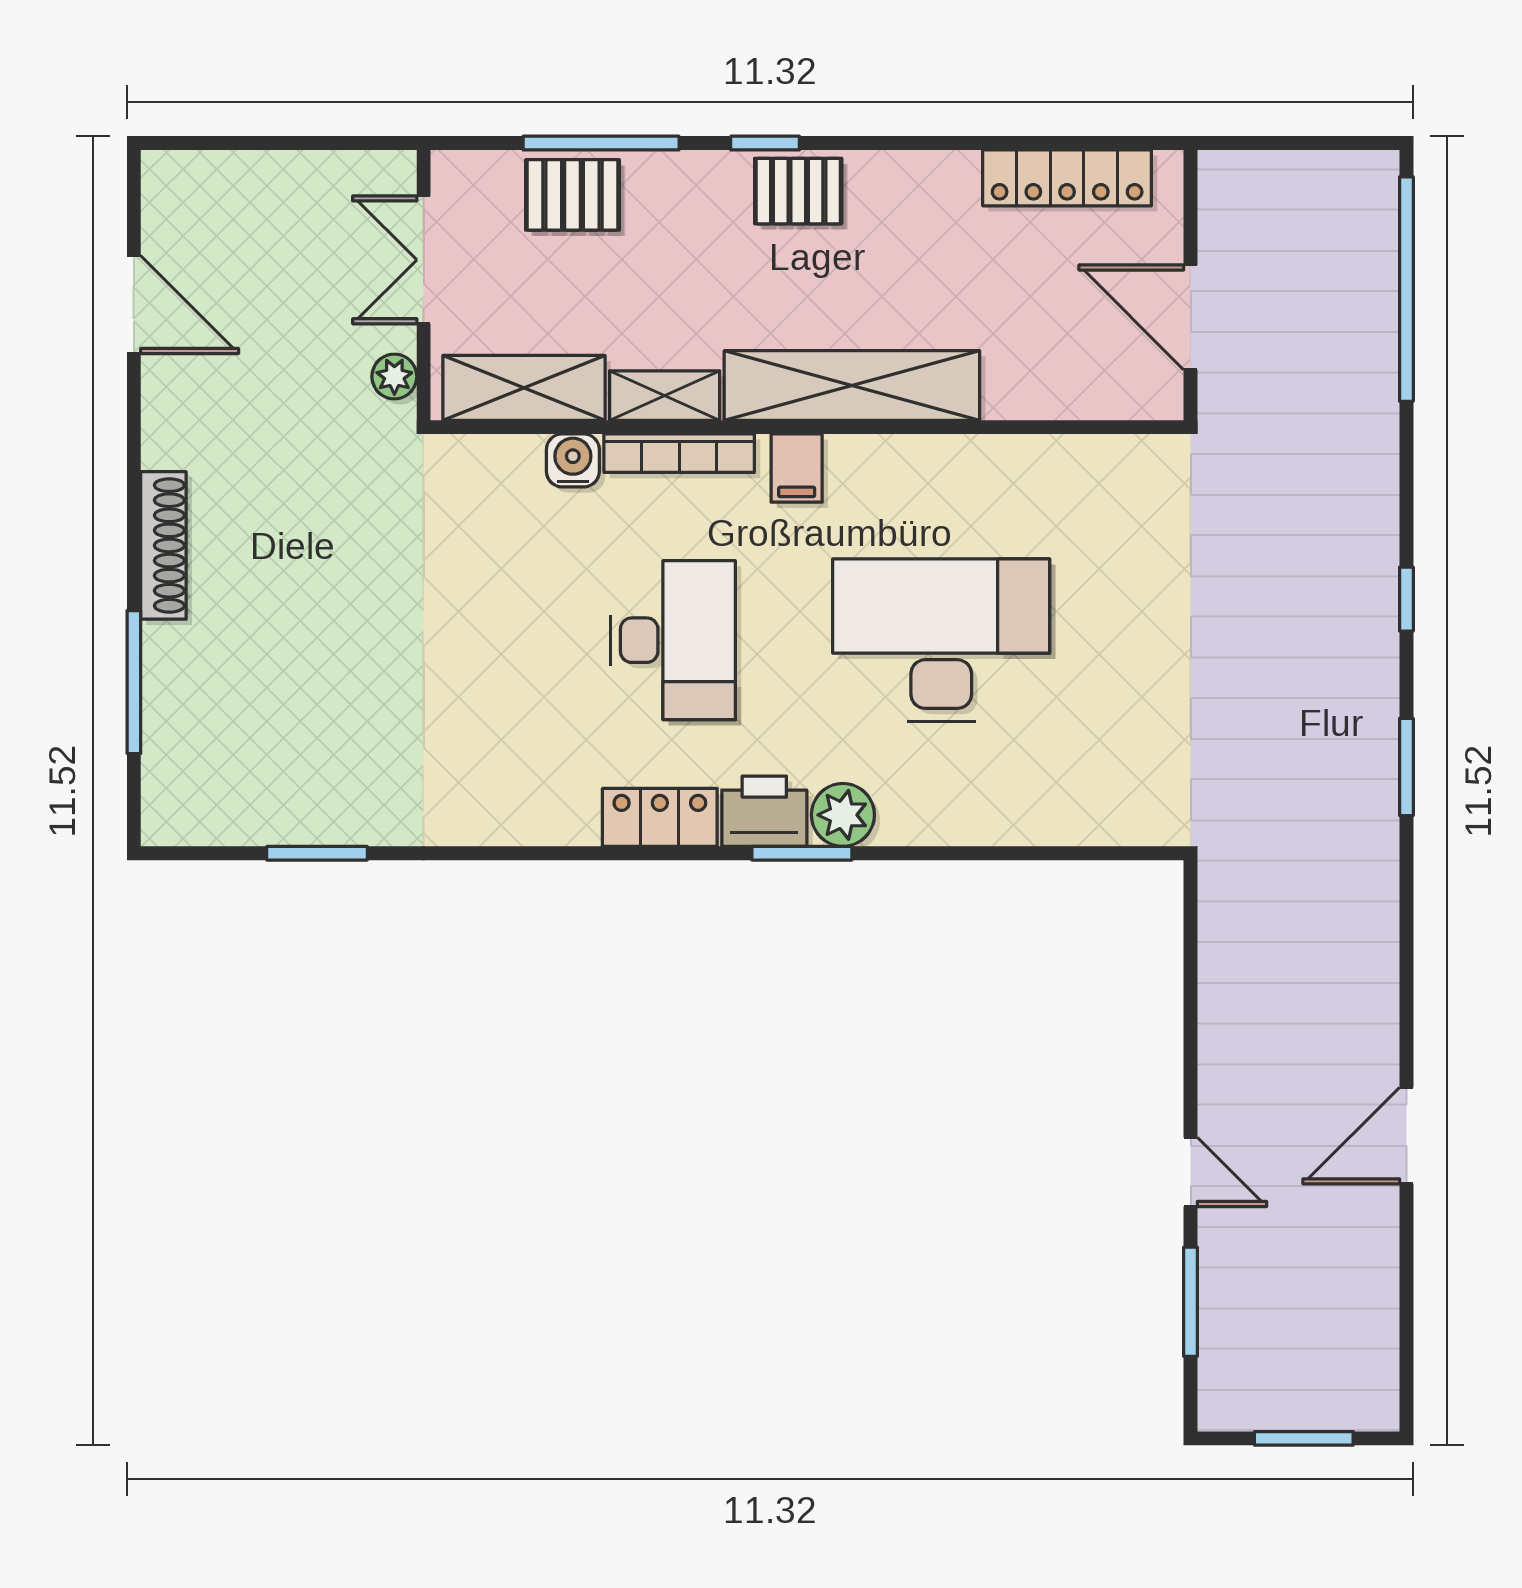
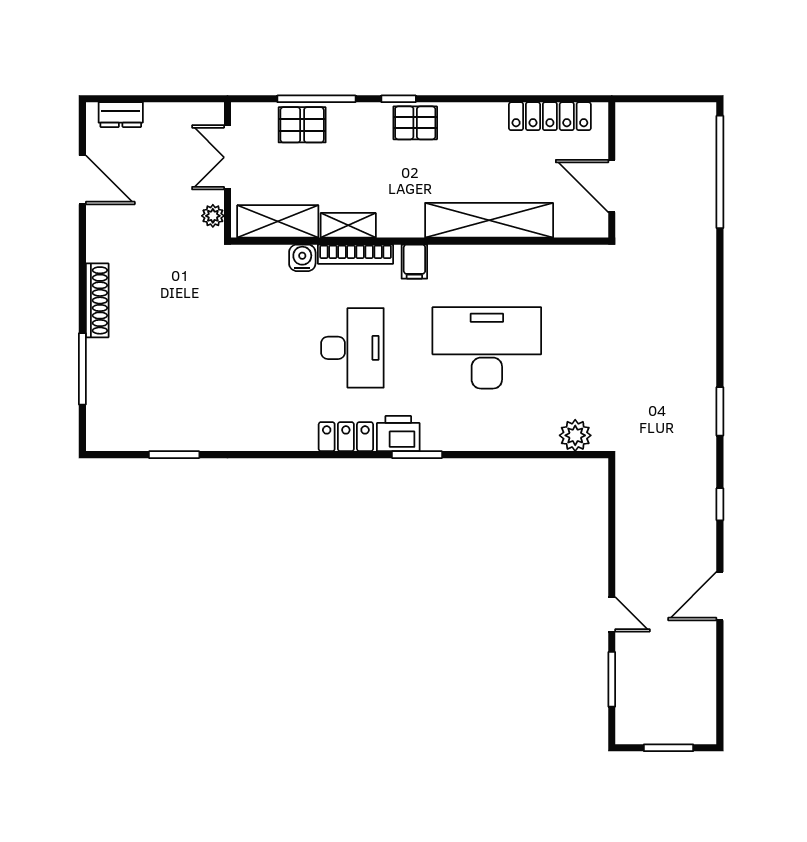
dresser: (210, 175) -> (121, 115), added
shelving: (852, 385) -> (489, 220), moved
window: (1406, 599) -> (720, 504), moved
plant: (843, 815) -> (575, 435), moved

